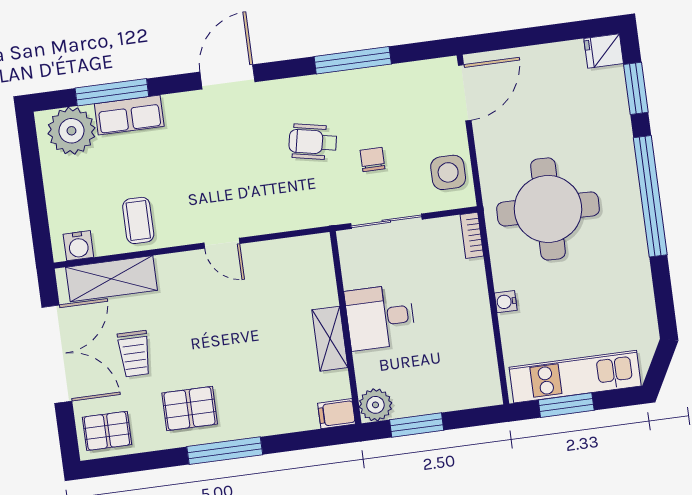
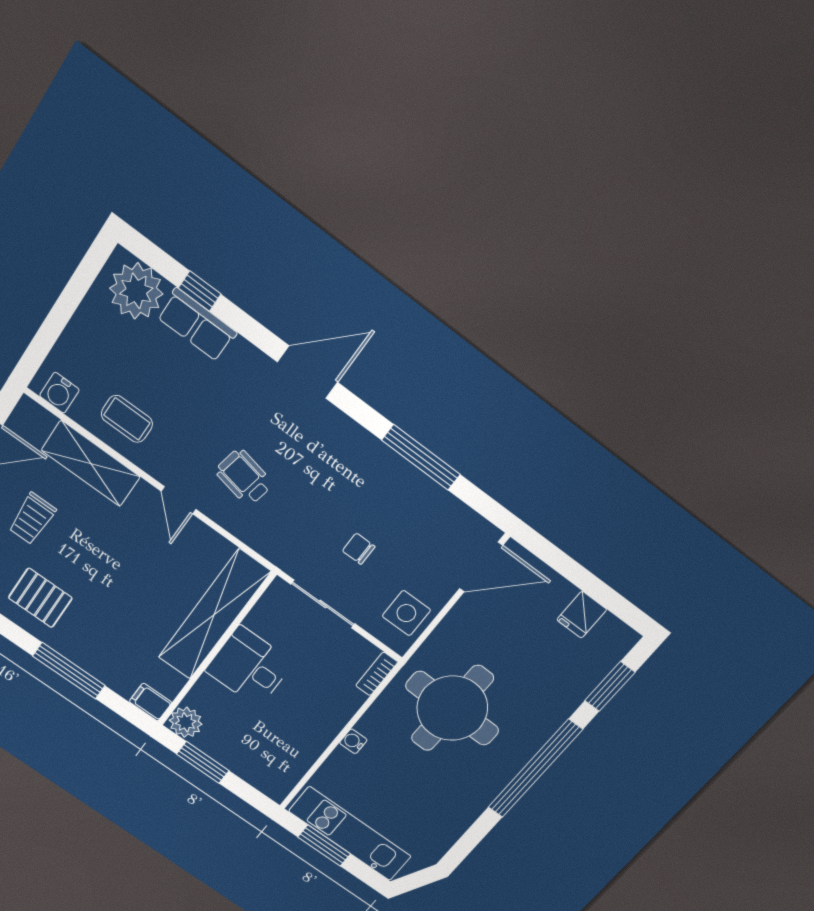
fridge: (604, 51) -> (582, 615), moved, turned -90
window: (112, 92) -> (200, 291), width x0.46
wheelchair: (313, 142) -> (244, 477), moved
chair: (372, 160) -> (359, 549), turned -90
coffee table: (138, 220) -> (127, 419), turned 90
shelving: (111, 279) -> (91, 463), moved
shelving: (330, 339) -> (214, 615), width x2.20, depth x1.33
window: (225, 451) -> (69, 671), moved

